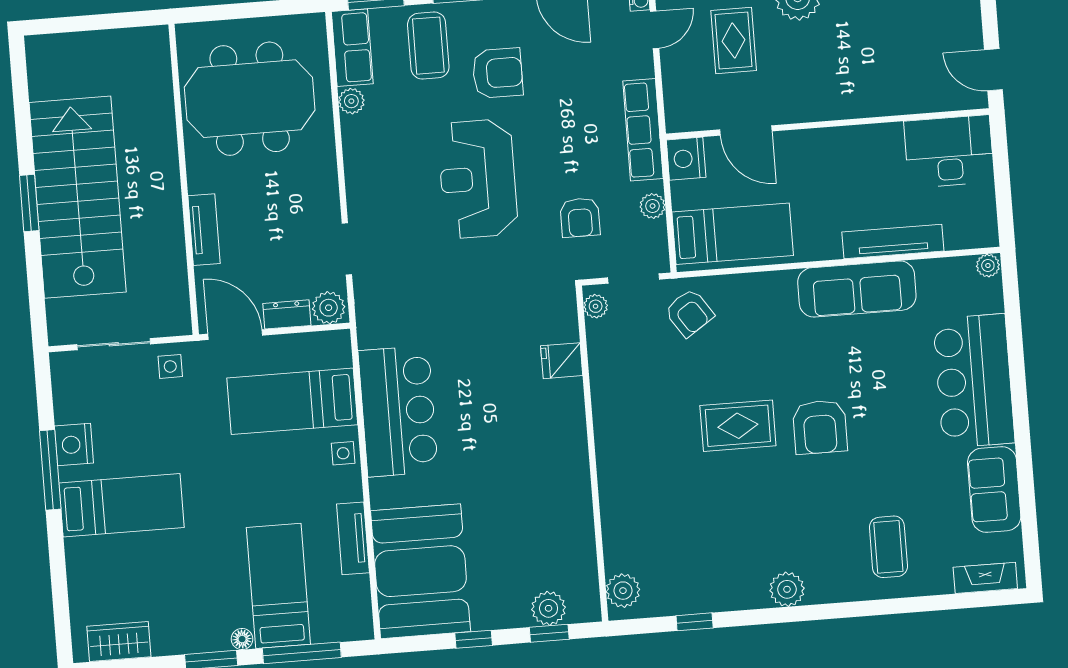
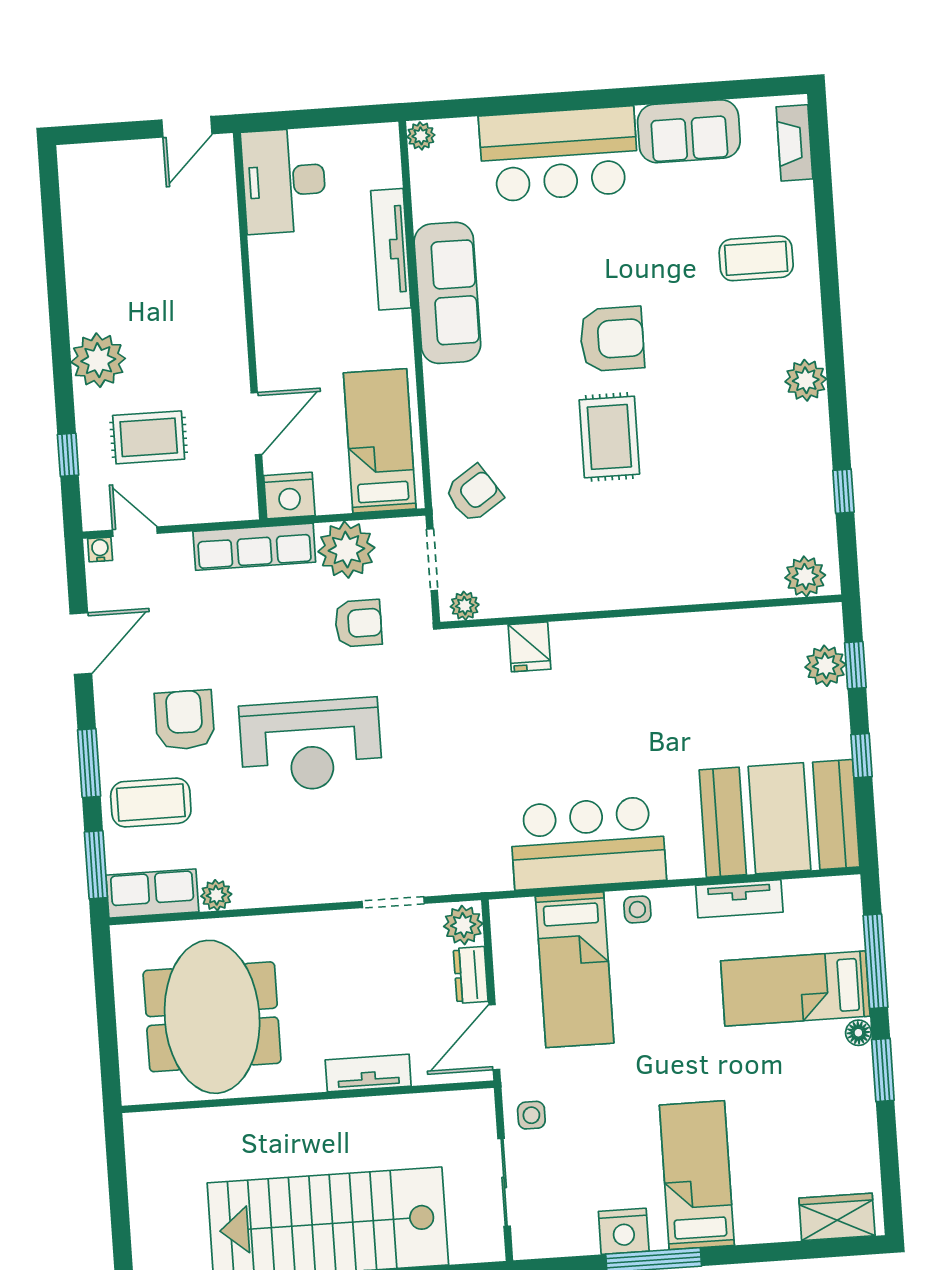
plant: (653, 206) -> (346, 550), width x1.88, depth x1.88
wardrobe: (119, 642) -> (837, 1217), moved, turned 90

